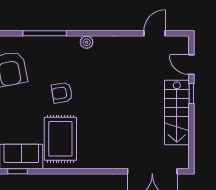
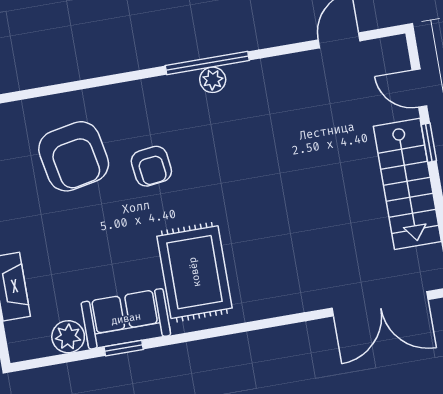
window: (45, 33) -> (207, 63), moved
armchair: (62, 93) -> (151, 166), moved, turned -88

